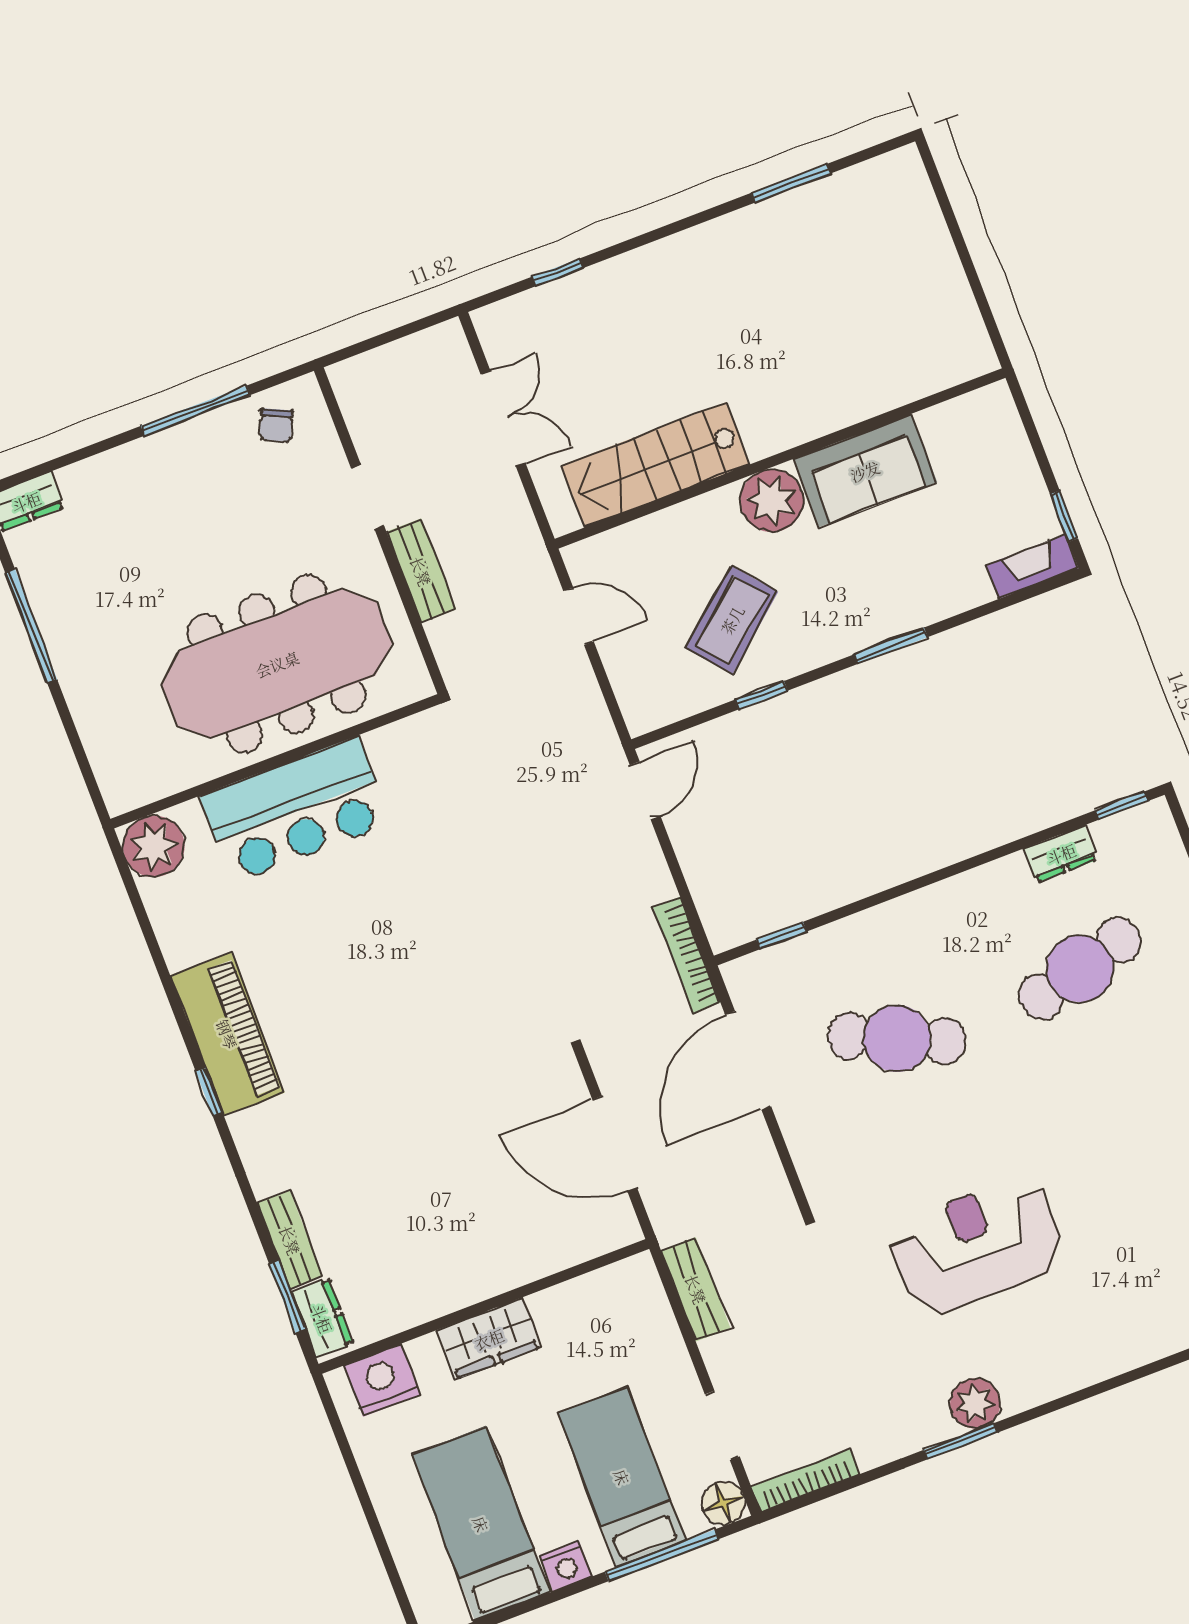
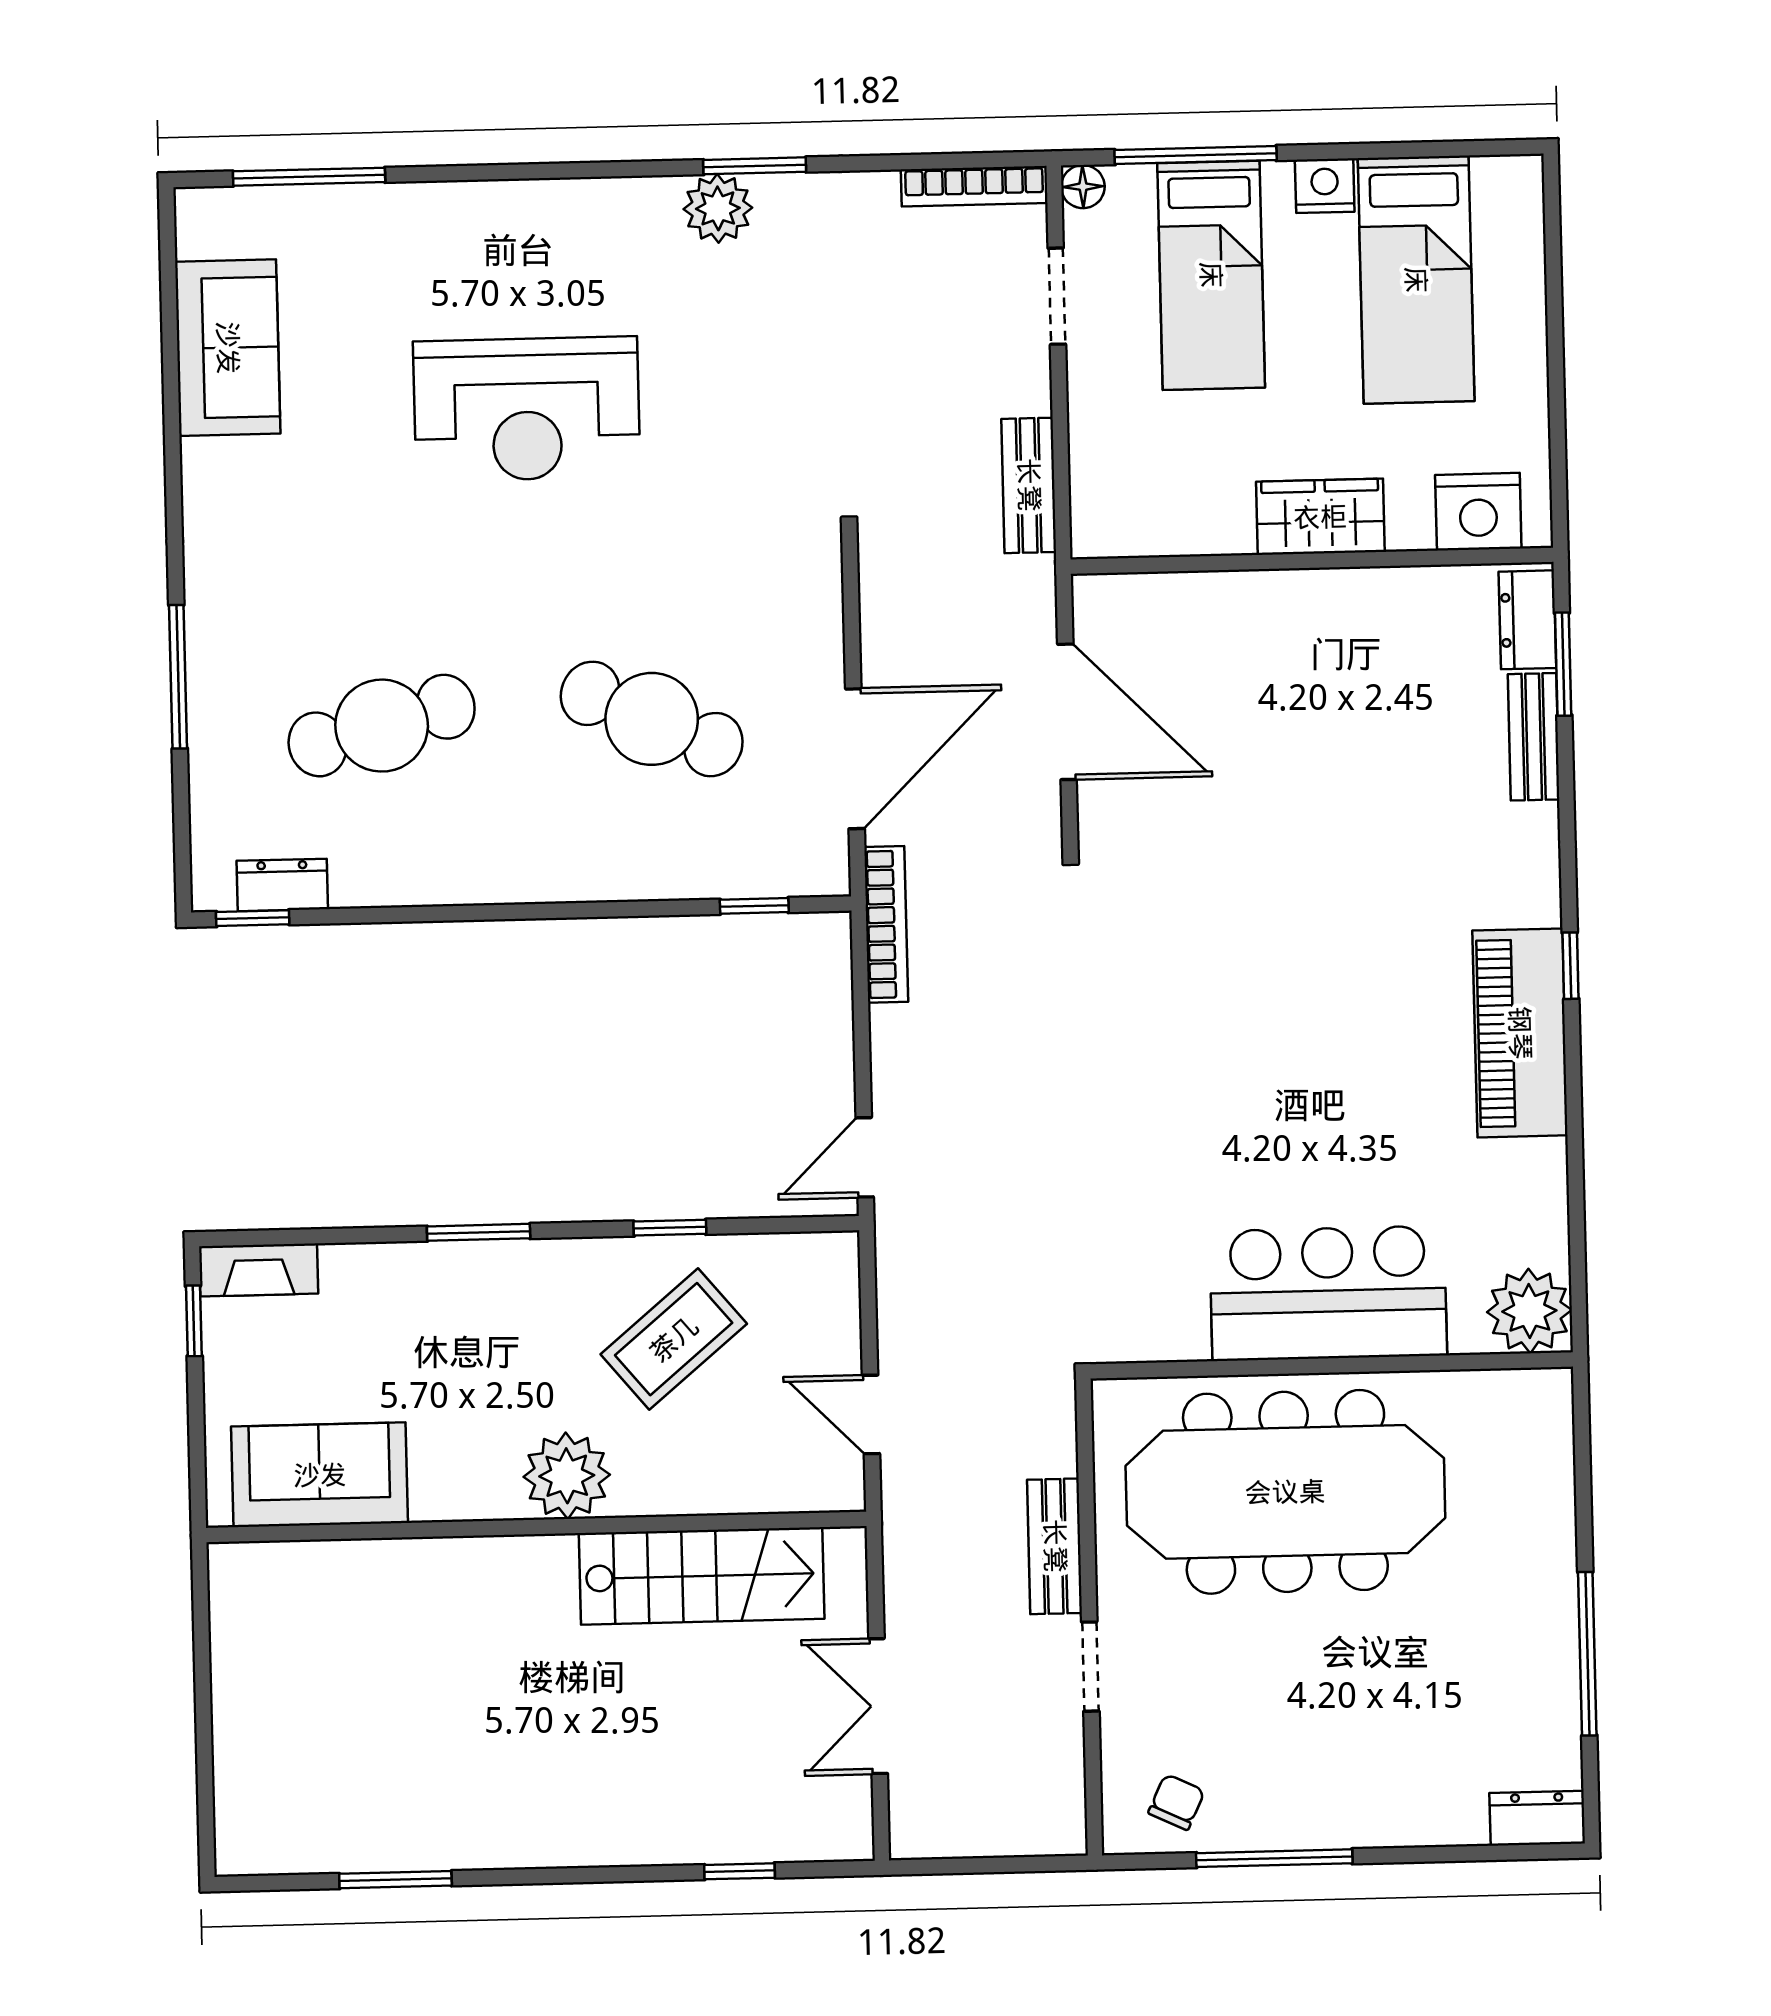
sofa: (865, 471) -> (320, 1475), moved
dresser: (1061, 854) -> (282, 885), moved
reception desk: (977, 1246) -> (527, 409), moved
floor lamp: (723, 1503) -> (1083, 187), width x0.73, depth x0.73

